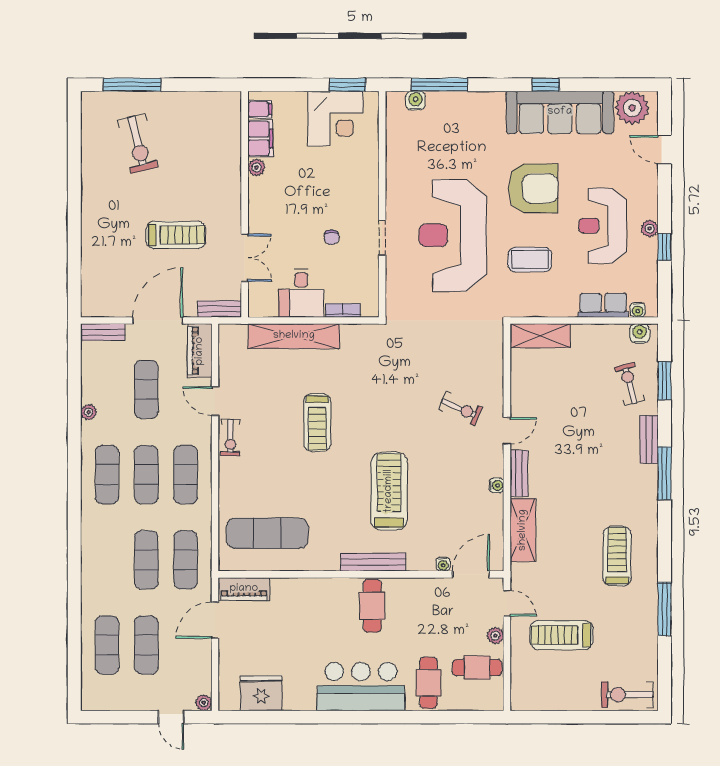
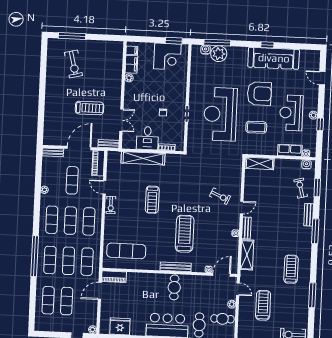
plant: (632, 108) -> (219, 54), moved
window: (74, 553) -> (35, 256), added
exercise mat: (107, 560) -> (50, 260), added
treadmill: (562, 635) -> (263, 305), turned 90

